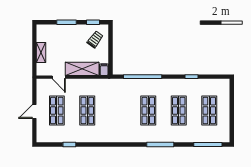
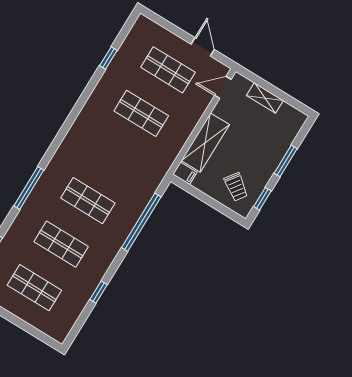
door: (59, 77) -> (223, 87), moved
door: (34, 112) -> (203, 47), moved

